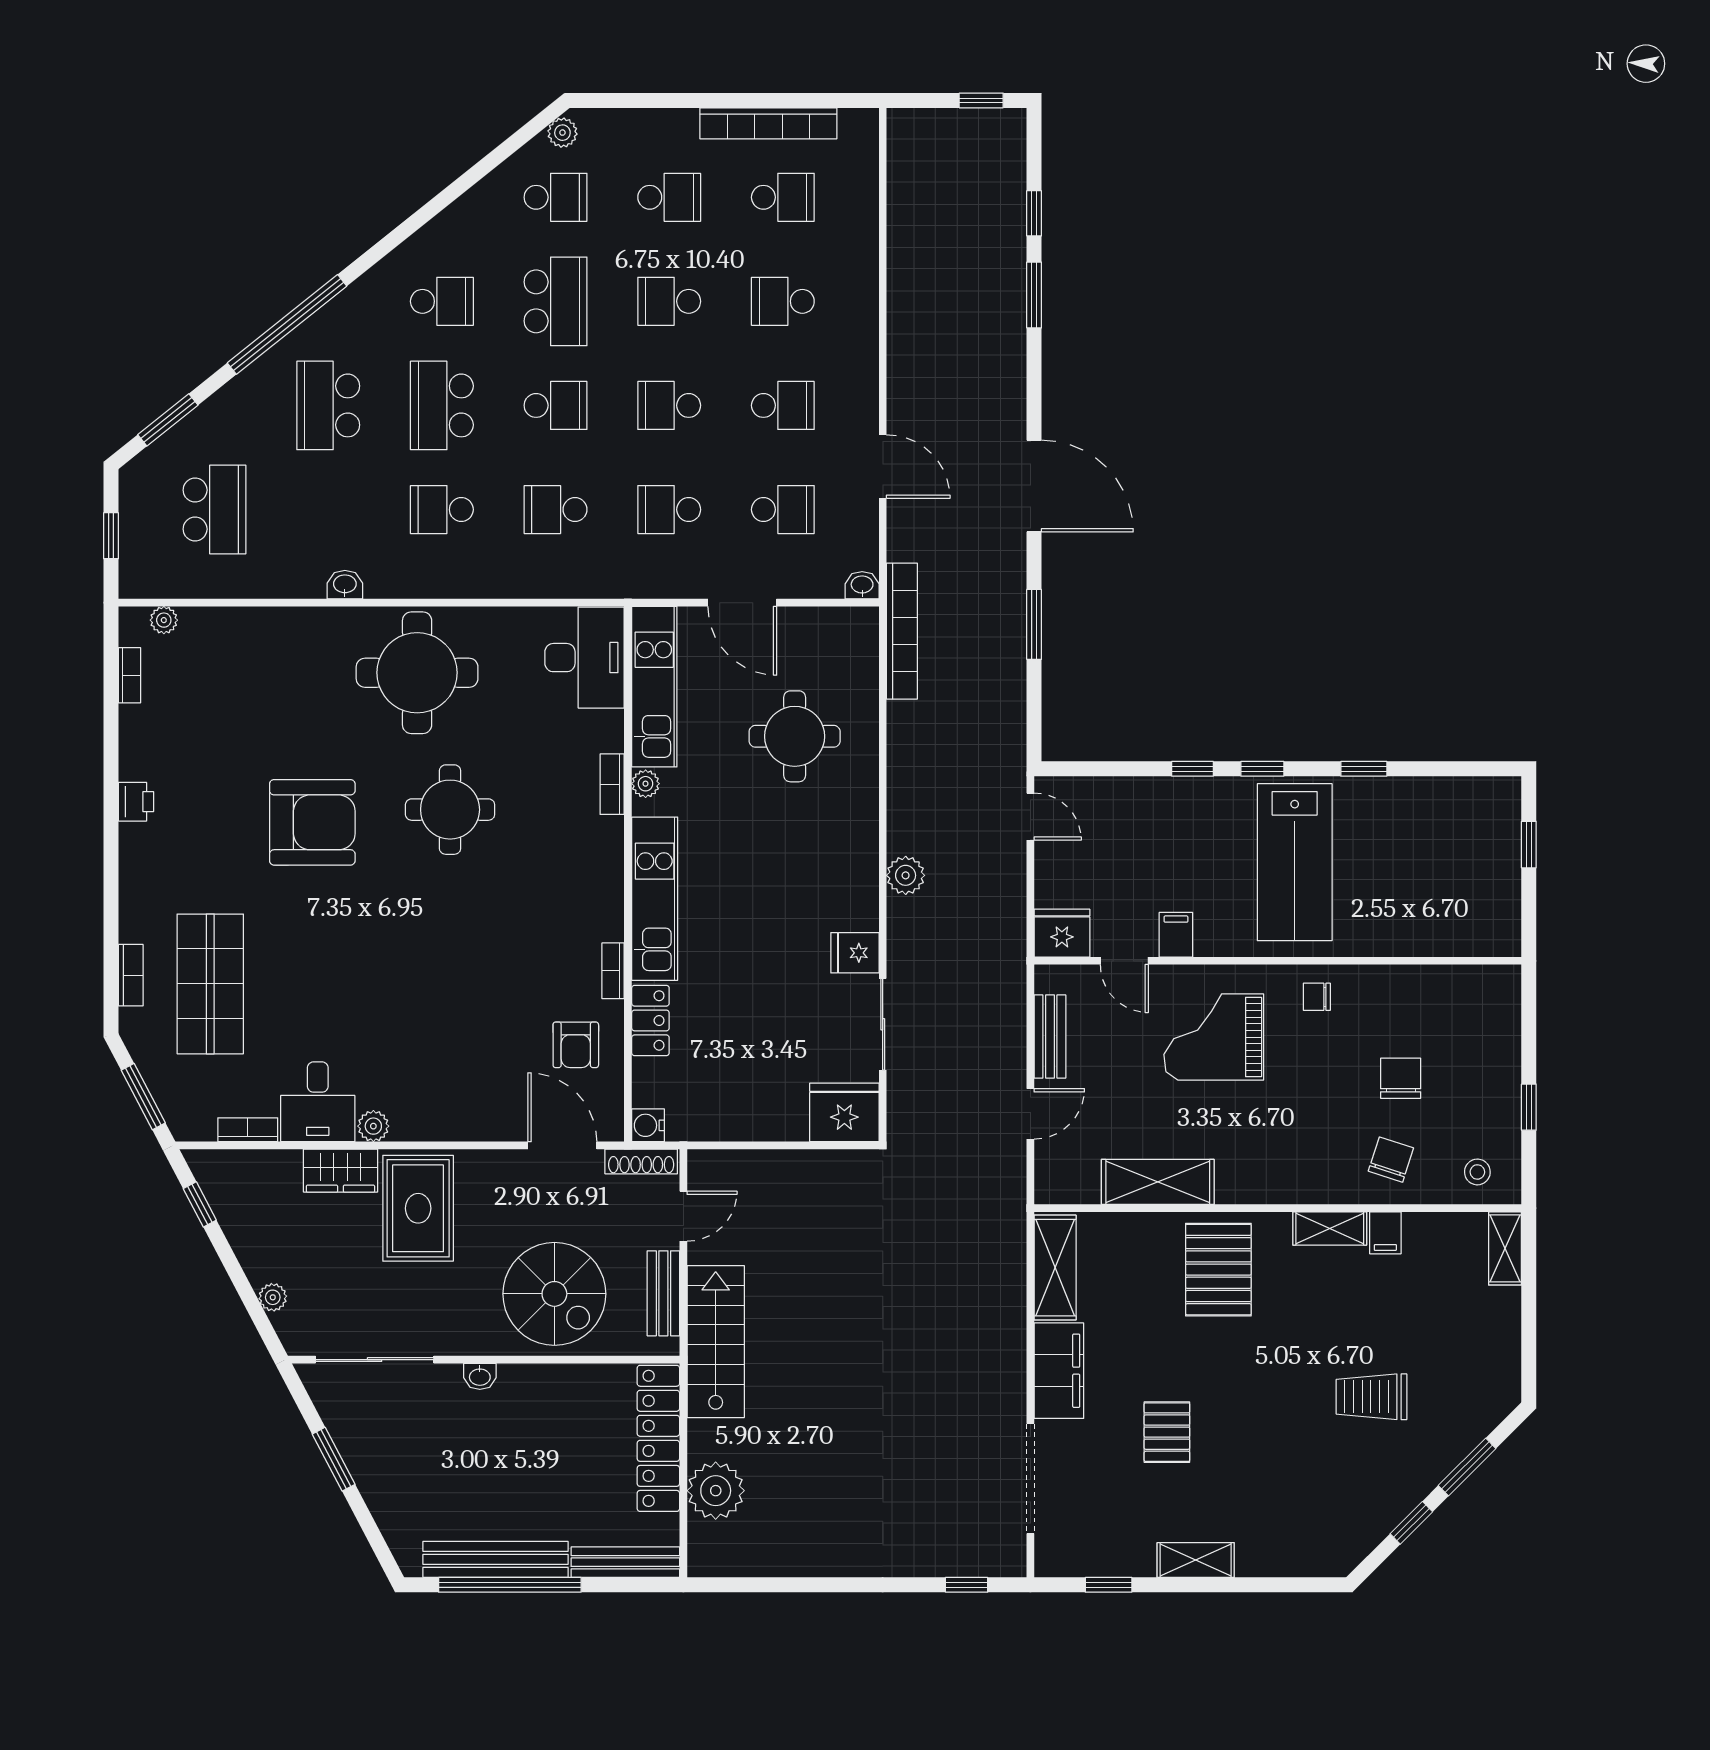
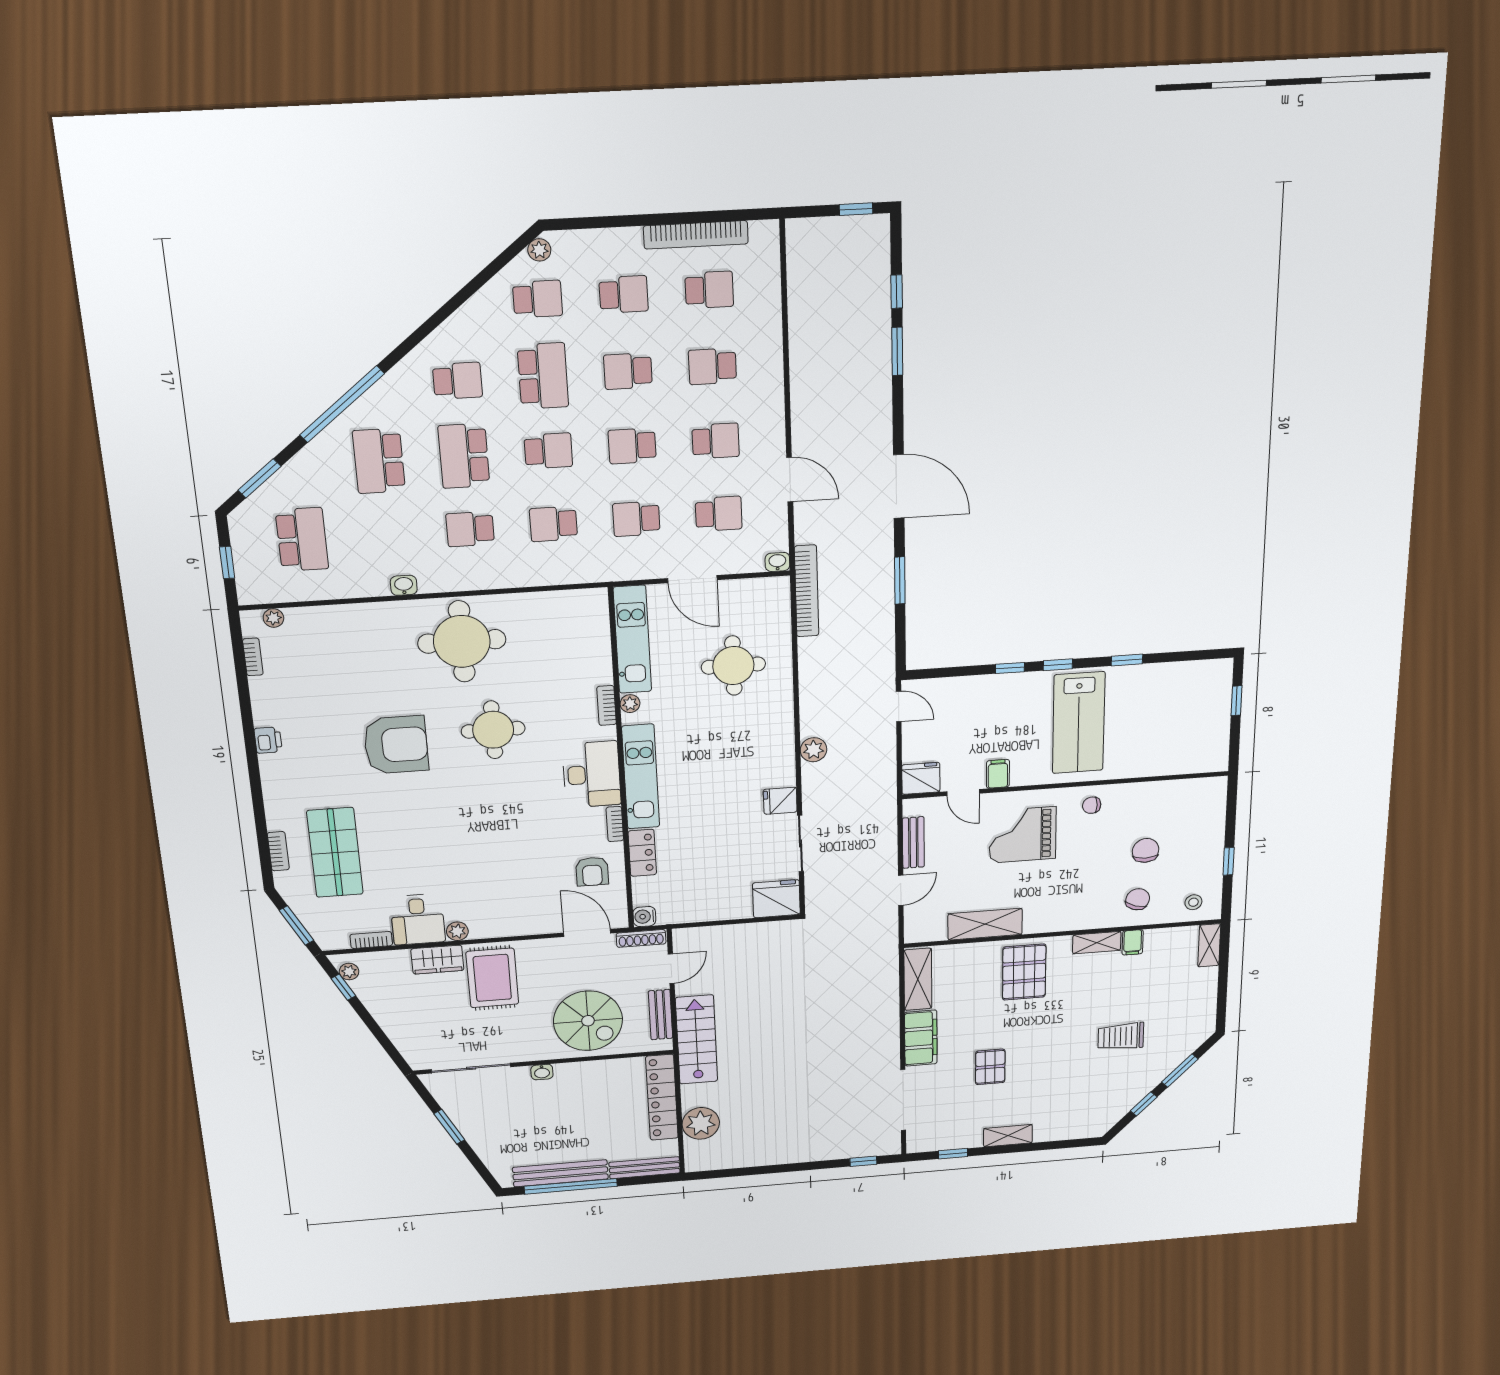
desk: (585, 658) -> (592, 774), moved
plant: (273, 1297) -> (349, 972), moved

